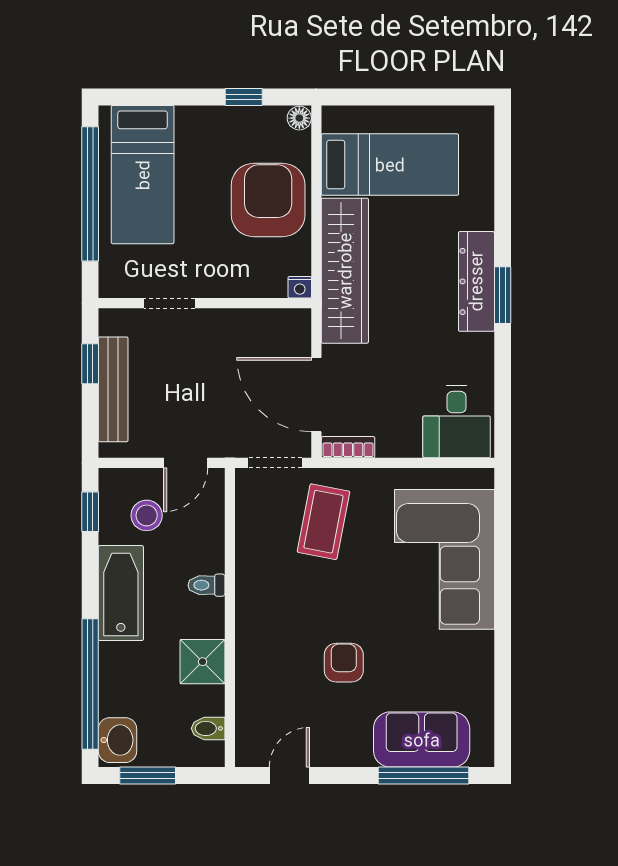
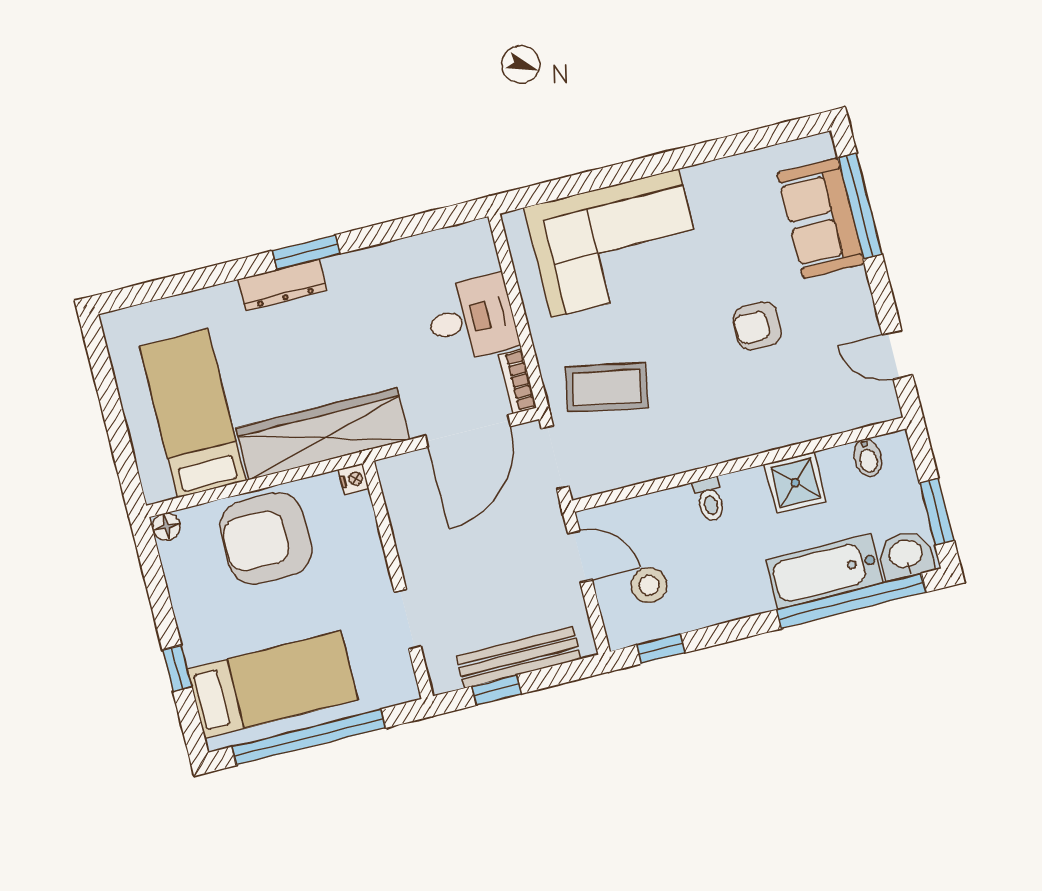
window: (244, 97) -> (177, 668), moved
dresser: (476, 281) -> (282, 285), width x0.73, depth x0.80
desk: (457, 422) -> (472, 319), moved
bathtub: (121, 593) -> (824, 572), moved

